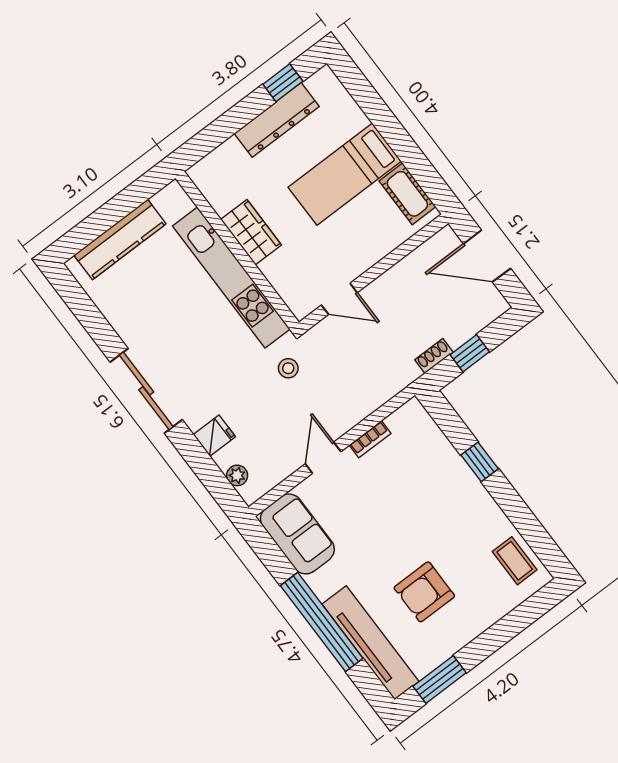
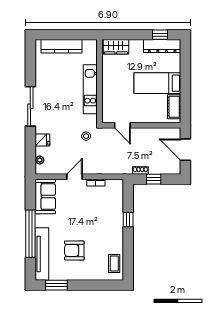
dresser: (277, 120) -> (162, 46), moved
wardrobe: (251, 232) -> (116, 47), moved, turned 90
kitchen unit: (231, 278) -> (90, 89), width x0.73

